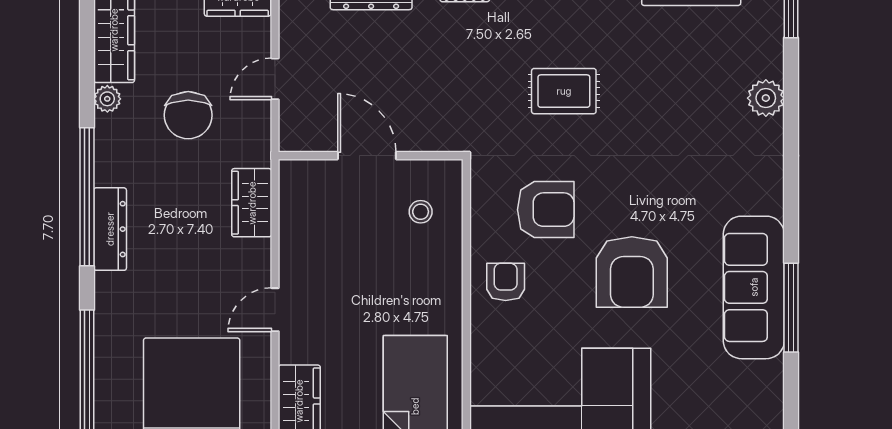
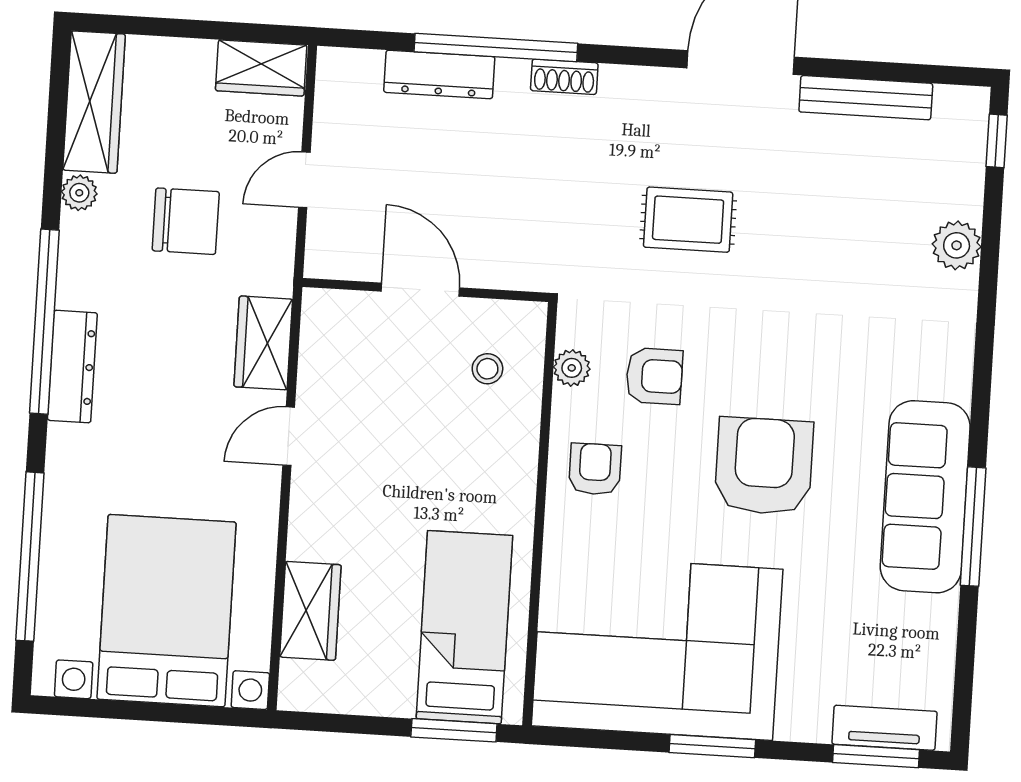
chair: (188, 115) -> (186, 221), turned -90
plant: (484, 207) -> (572, 368), added
armchair: (546, 210) -> (654, 376), width x0.72, depth x0.72
armchair: (632, 272) -> (764, 466), turned 180
door: (275, 310) -> (289, 436), moved

